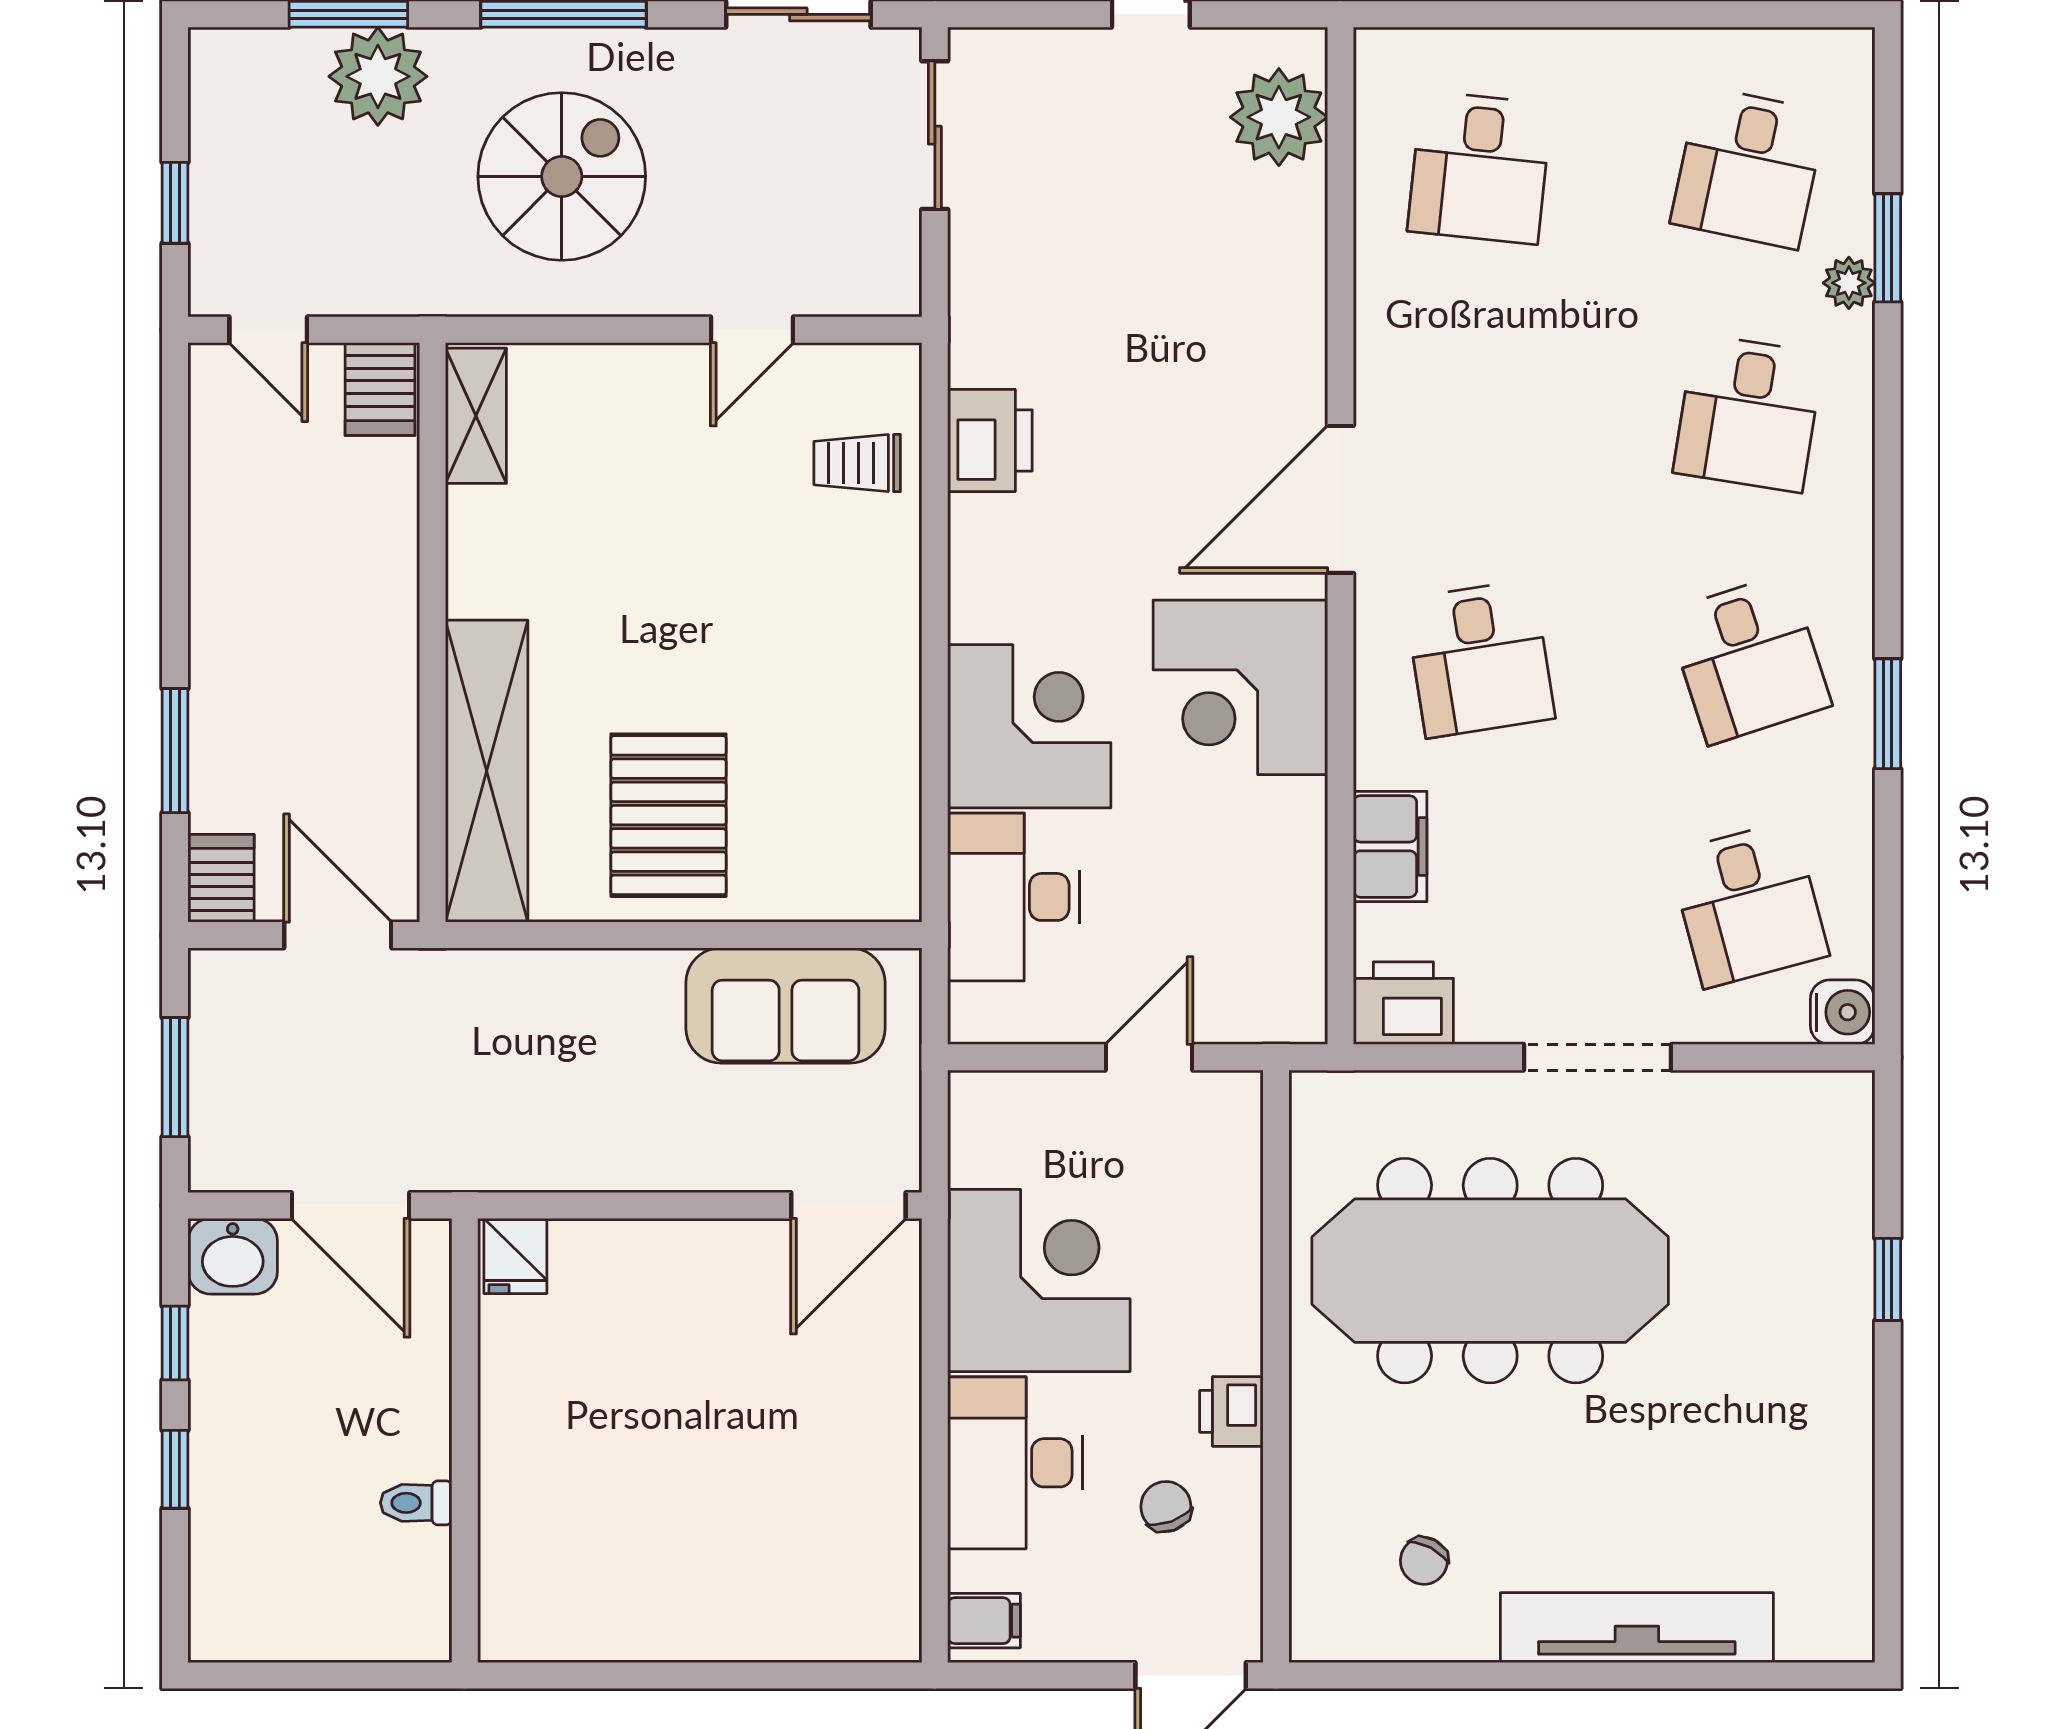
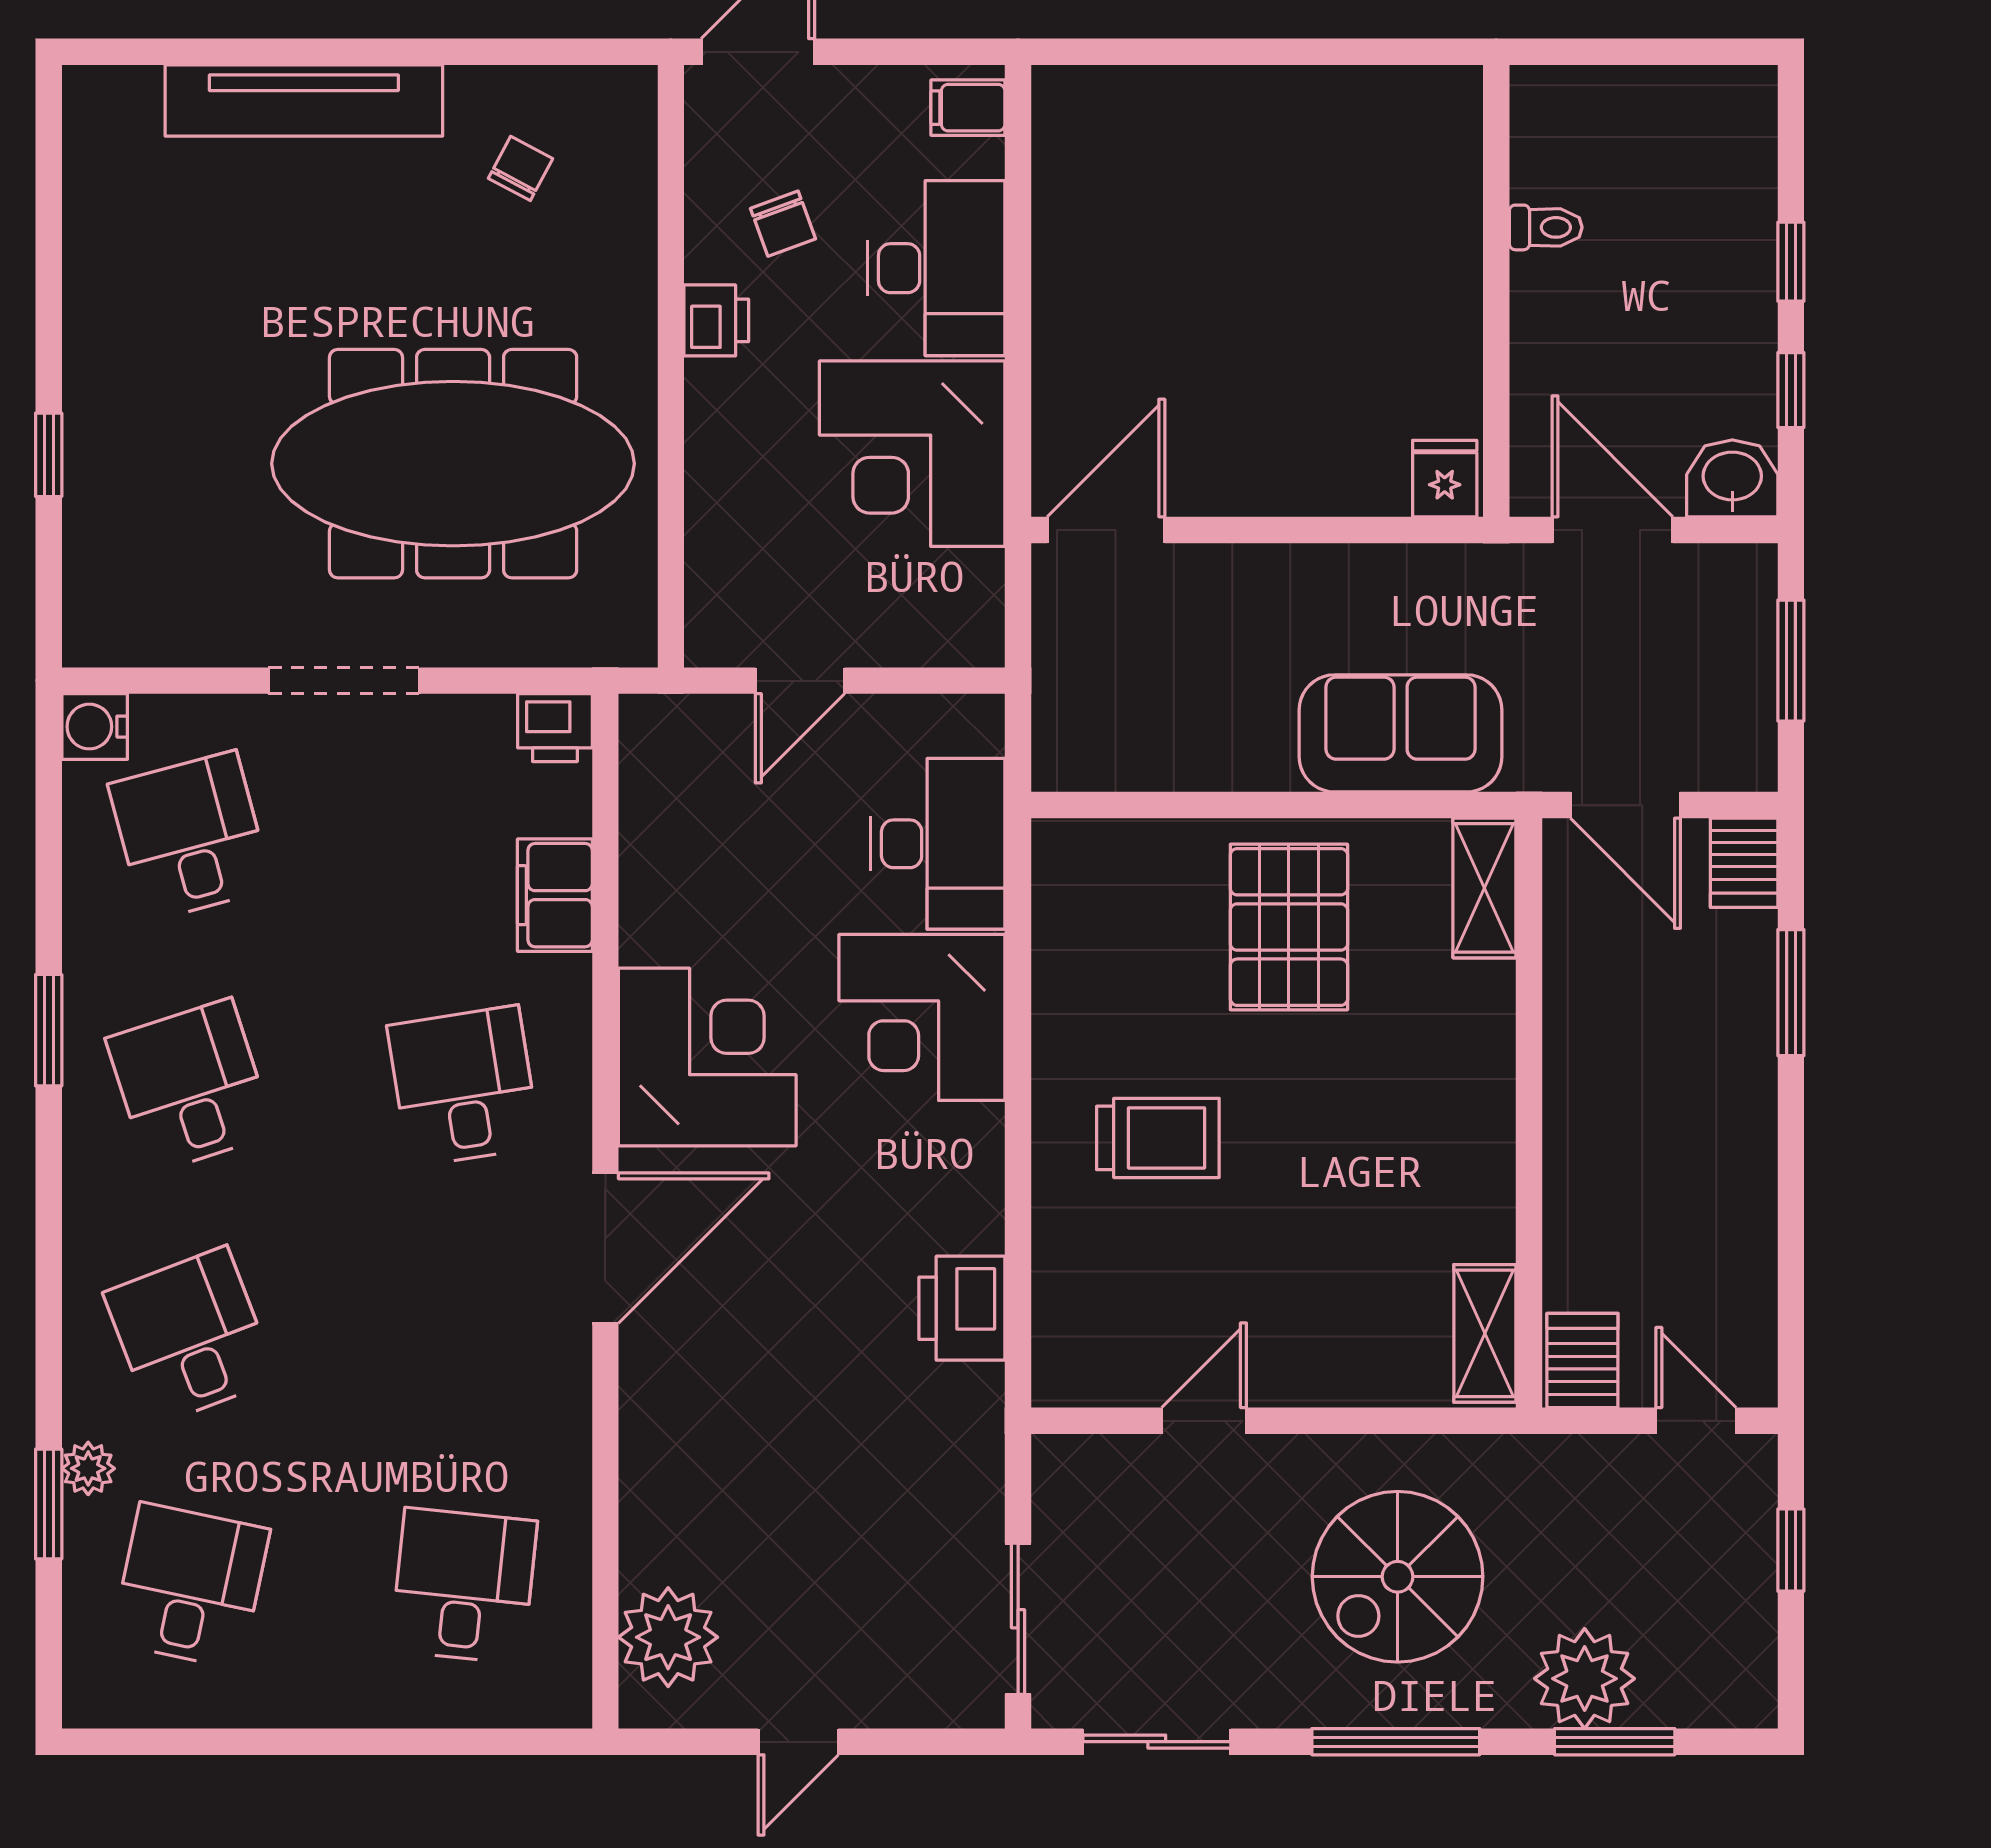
desk: (1748, 413) -> (190, 1336), turned -30
trolley: (857, 463) -> (1158, 1138), moved, width x1.36, depth x1.39
shelving: (487, 771) -> (1484, 888), width x0.45, depth x0.75
printer: (1403, 1003) -> (555, 728), width x0.73, depth x0.81
sofa: (786, 1005) -> (1401, 733), moved

